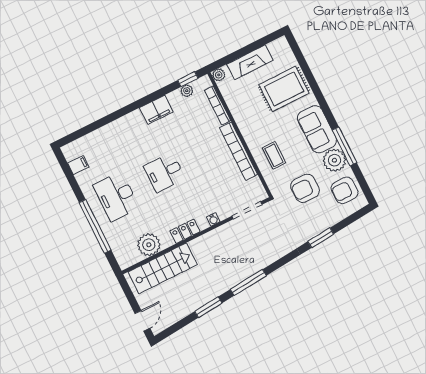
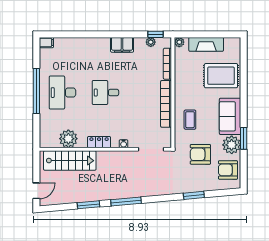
window: (344, 146) -> (244, 138), width x0.69
filing cabinet: (78, 165) -> (46, 43), moved
window: (95, 226) -> (36, 91), moved

